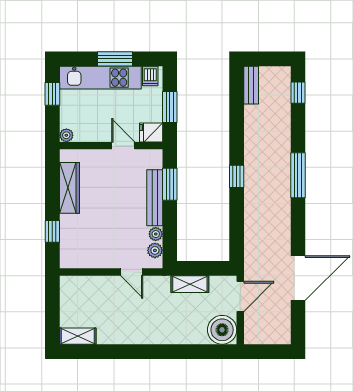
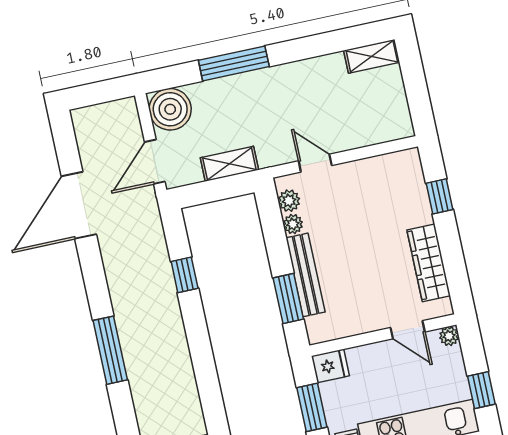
door: (123, 146) -> (408, 330), moved
window: (237, 176) -> (185, 275), moved
window: (172, 352) -> (234, 63), added

